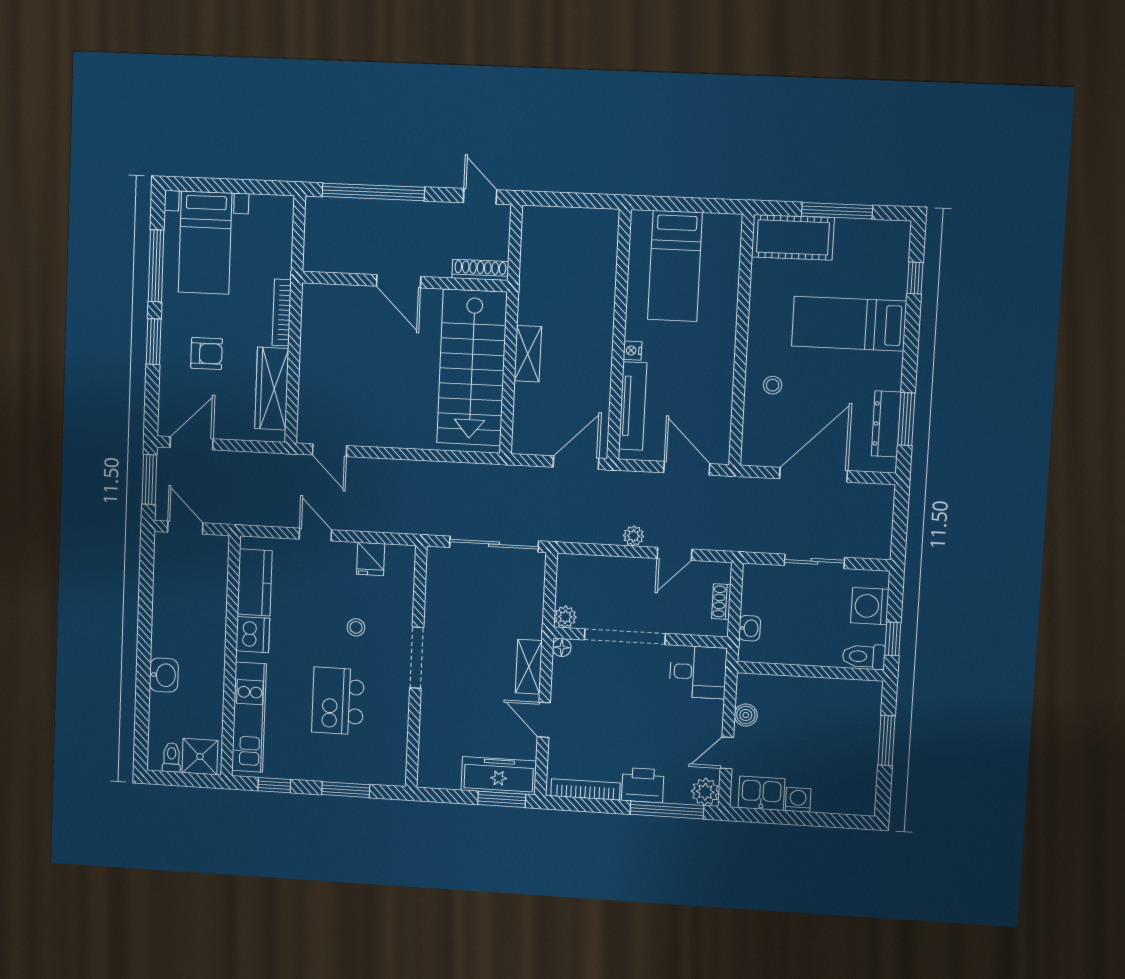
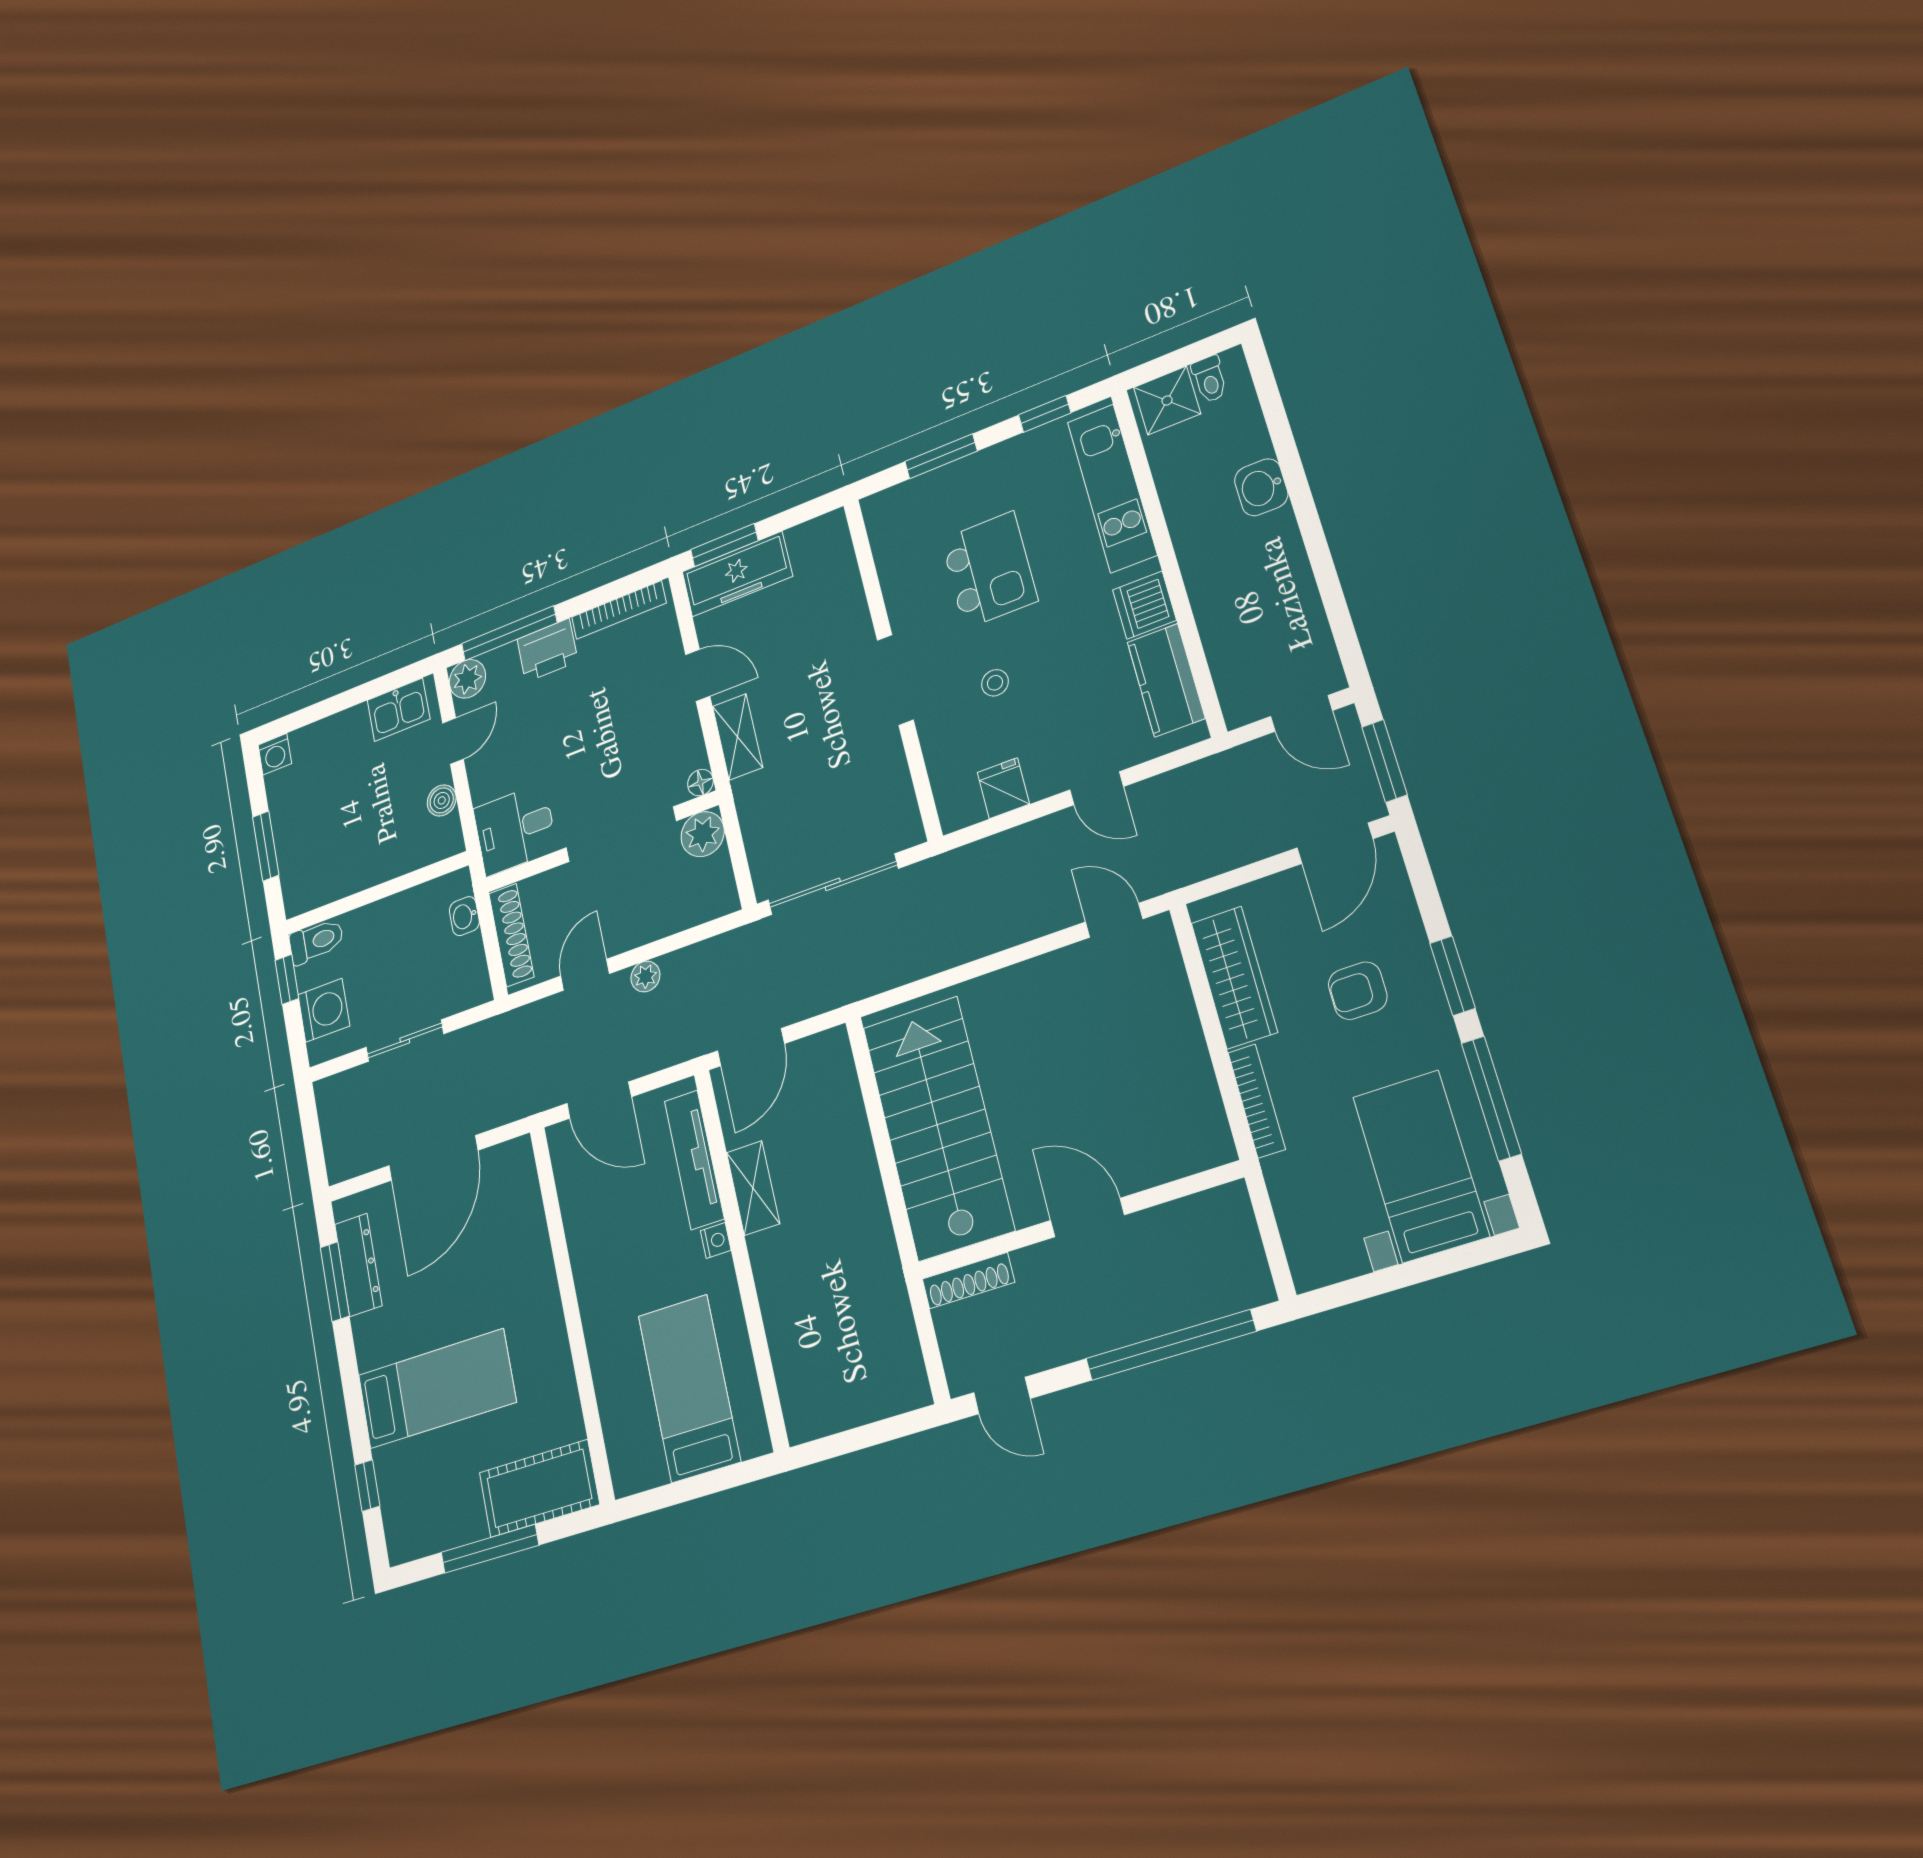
shelving: (528, 354) -> (753, 1188), moved
stool: (773, 385) -> (515, 1263), removed
shoe rack: (721, 602) -> (511, 935), width x1.94, depth x1.24
plant: (565, 617) -> (703, 834), width x1.38, depth x1.38
washing machine: (798, 800) -> (275, 754), moved

